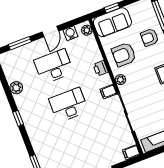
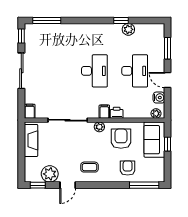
filing cabinet: (108, 92) -> (104, 112), moved
window: (18, 118) -> (121, 20), moved

